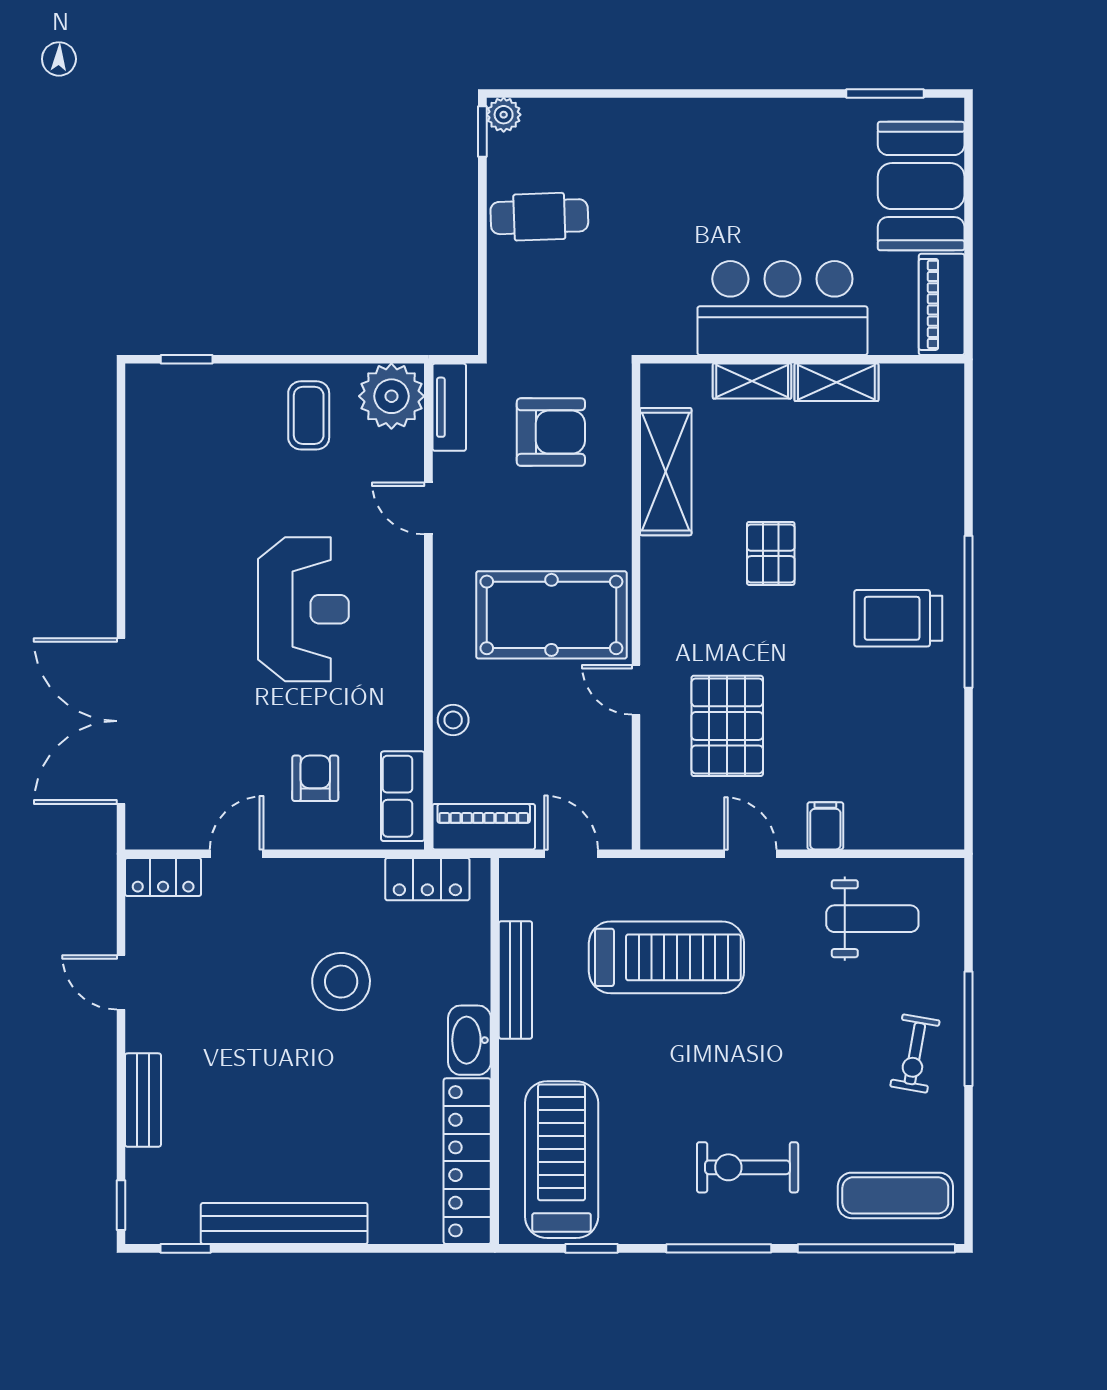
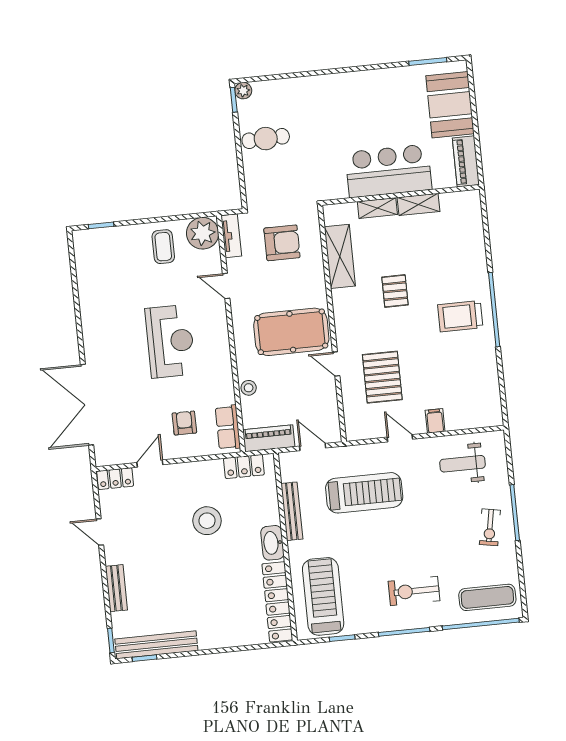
weight bench: (872, 919) -> (463, 464), turned 180
bench: (284, 1223) -> (156, 645), moved

